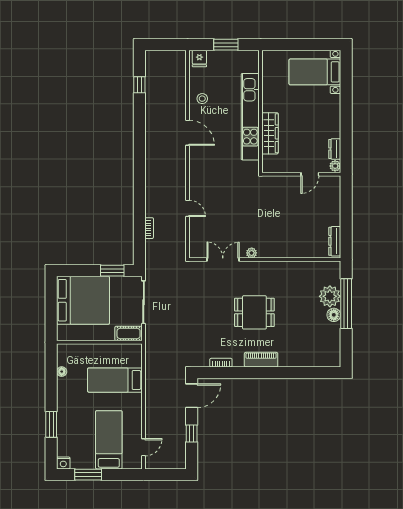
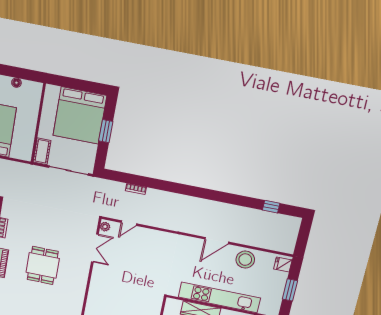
stool: (202, 99) -> (245, 260), width x1.89, depth x1.89
door: (188, 208) -> (129, 223), moved
plant: (252, 253) -> (105, 227), moved
window: (112, 271) -> (106, 131), moved

